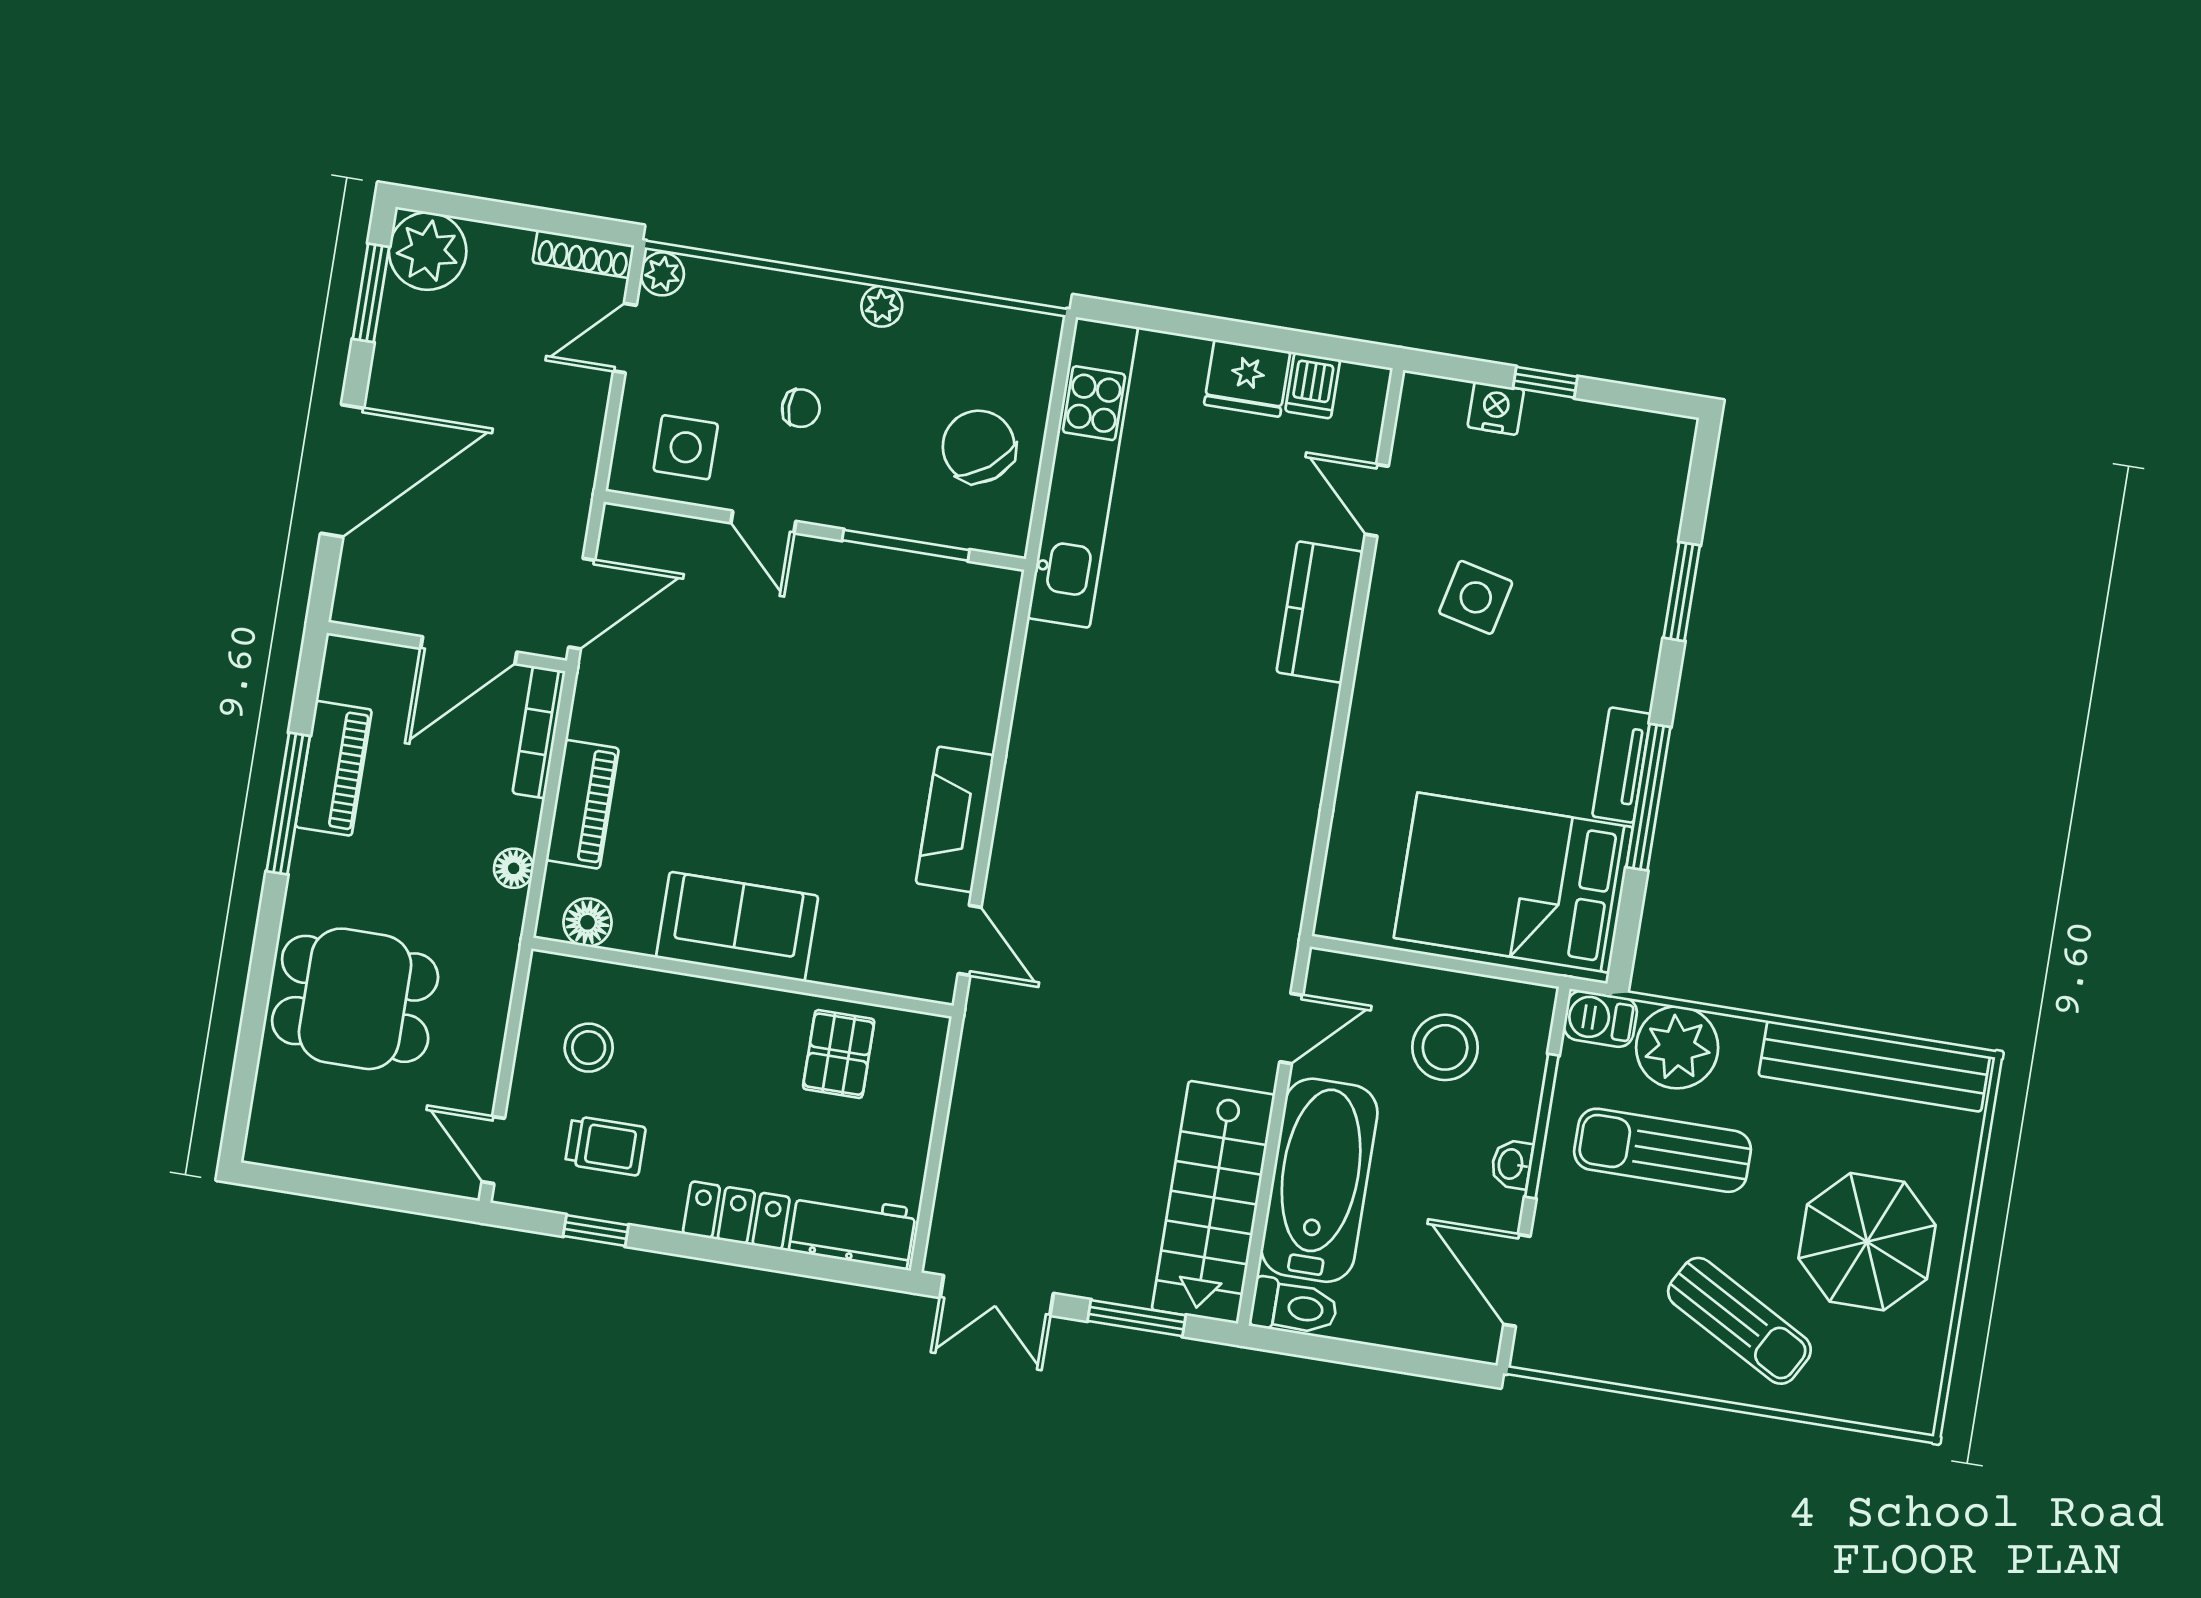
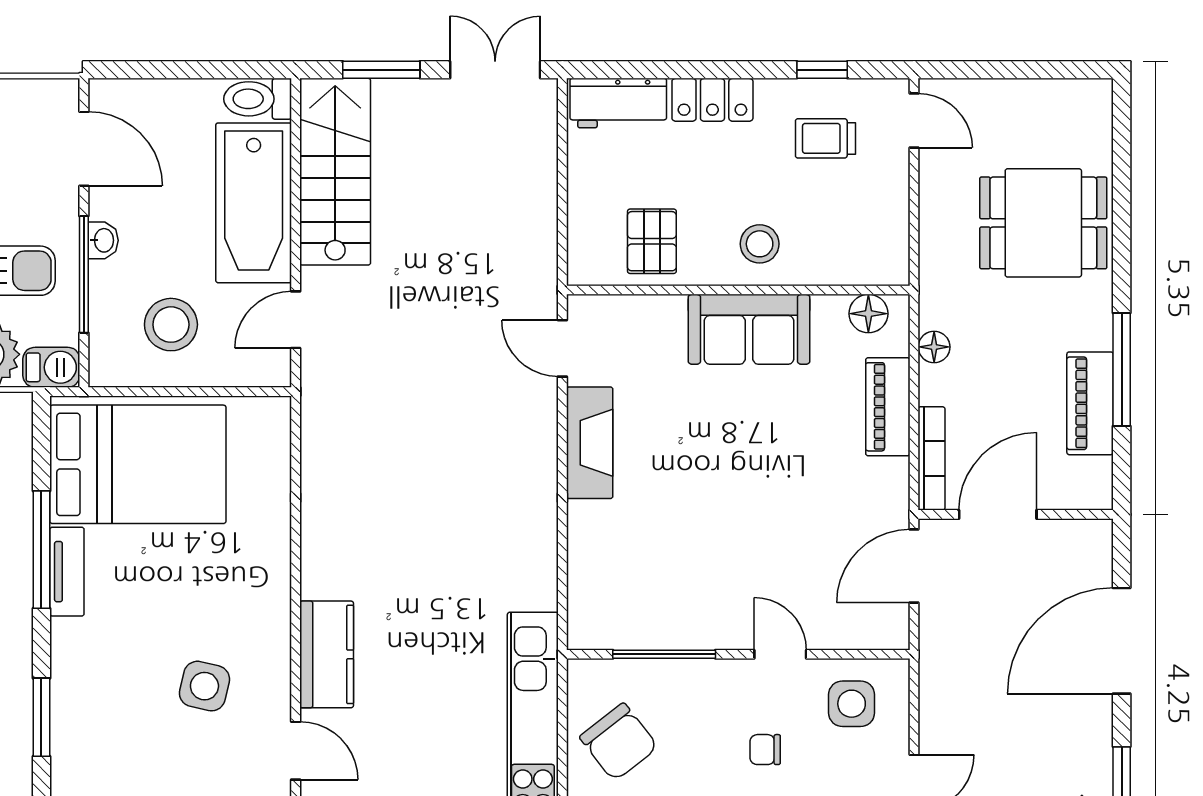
stool: (589, 1048) -> (760, 244), moved

